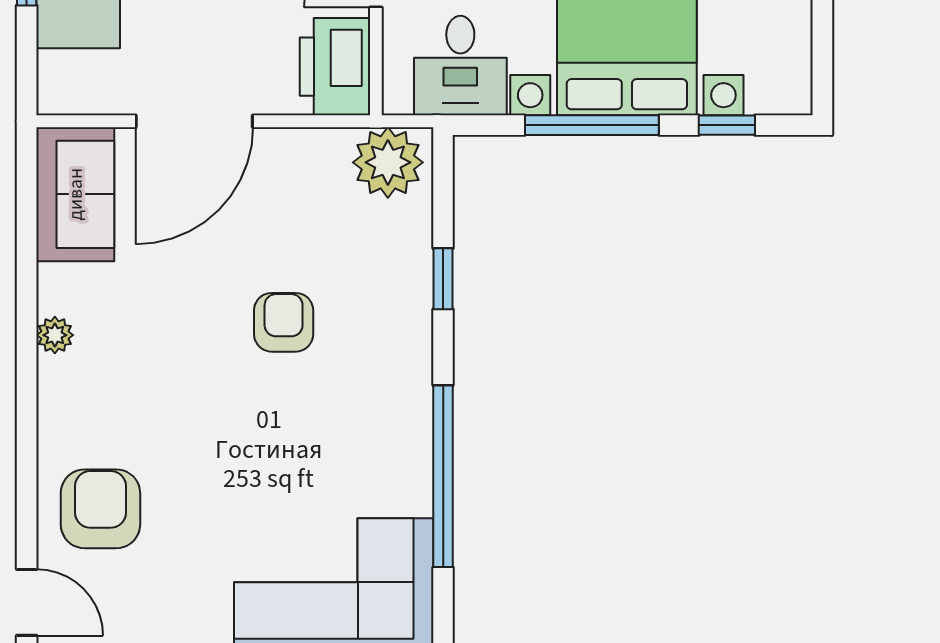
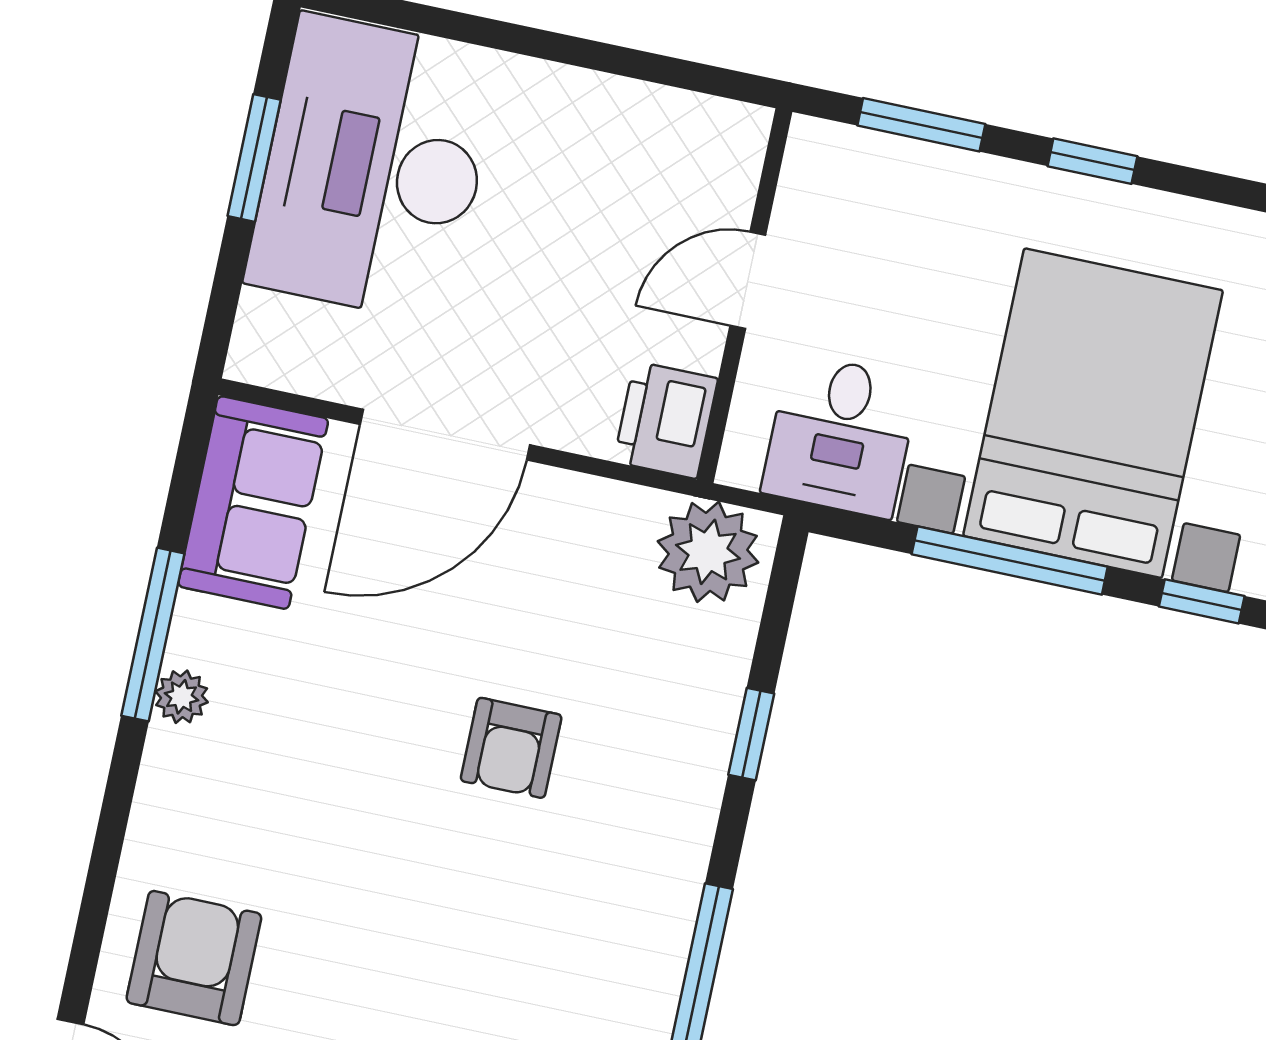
printer: (335, 67) -> (666, 420), width x0.73, depth x0.84
window: (27, 297) -> (153, 635), added
armchair: (284, 322) -> (511, 748), turned 180

